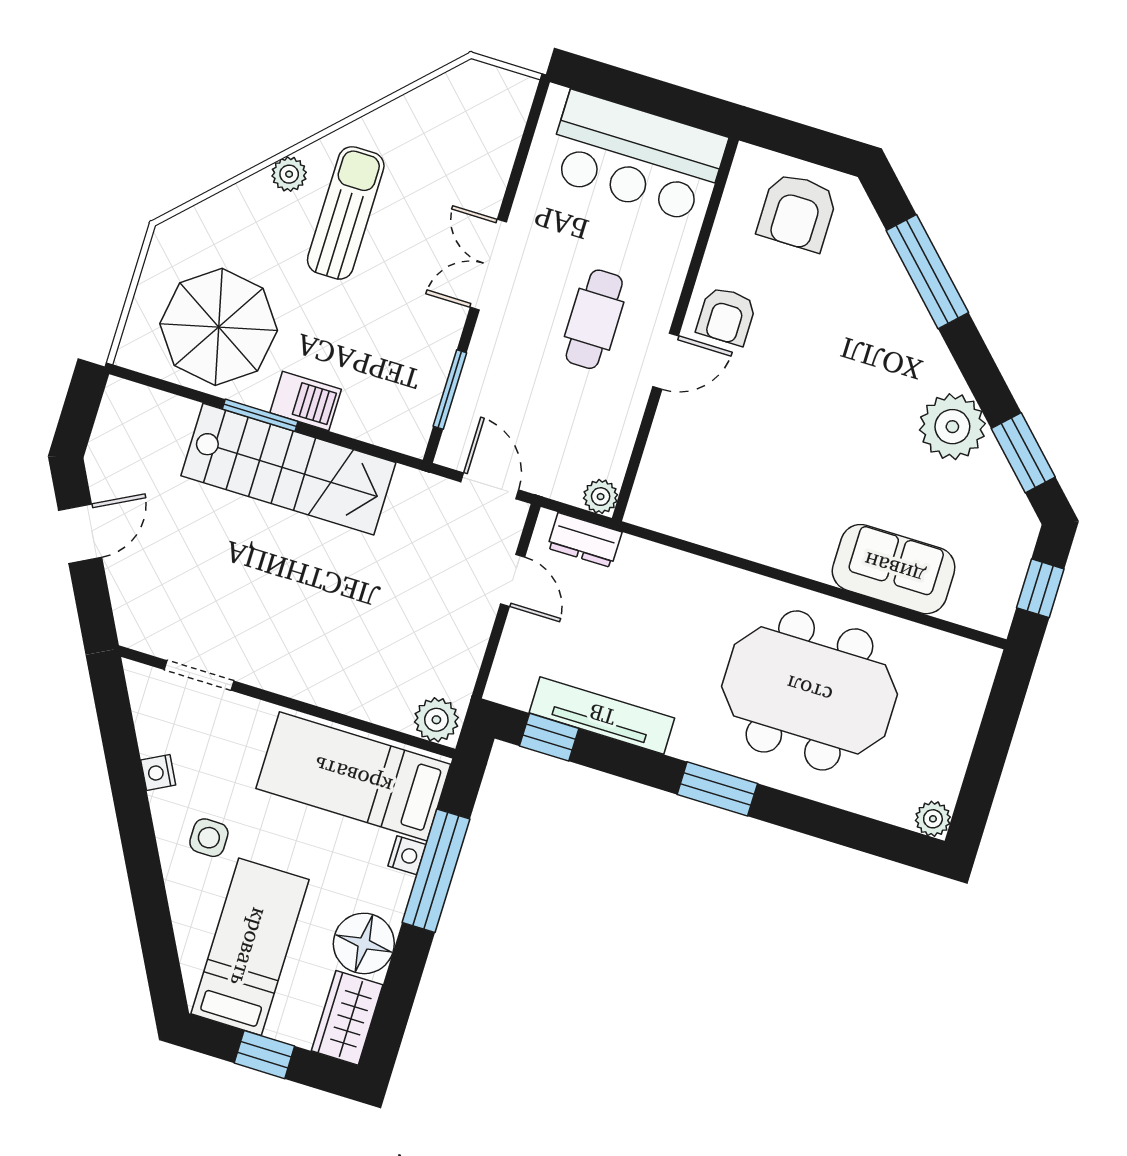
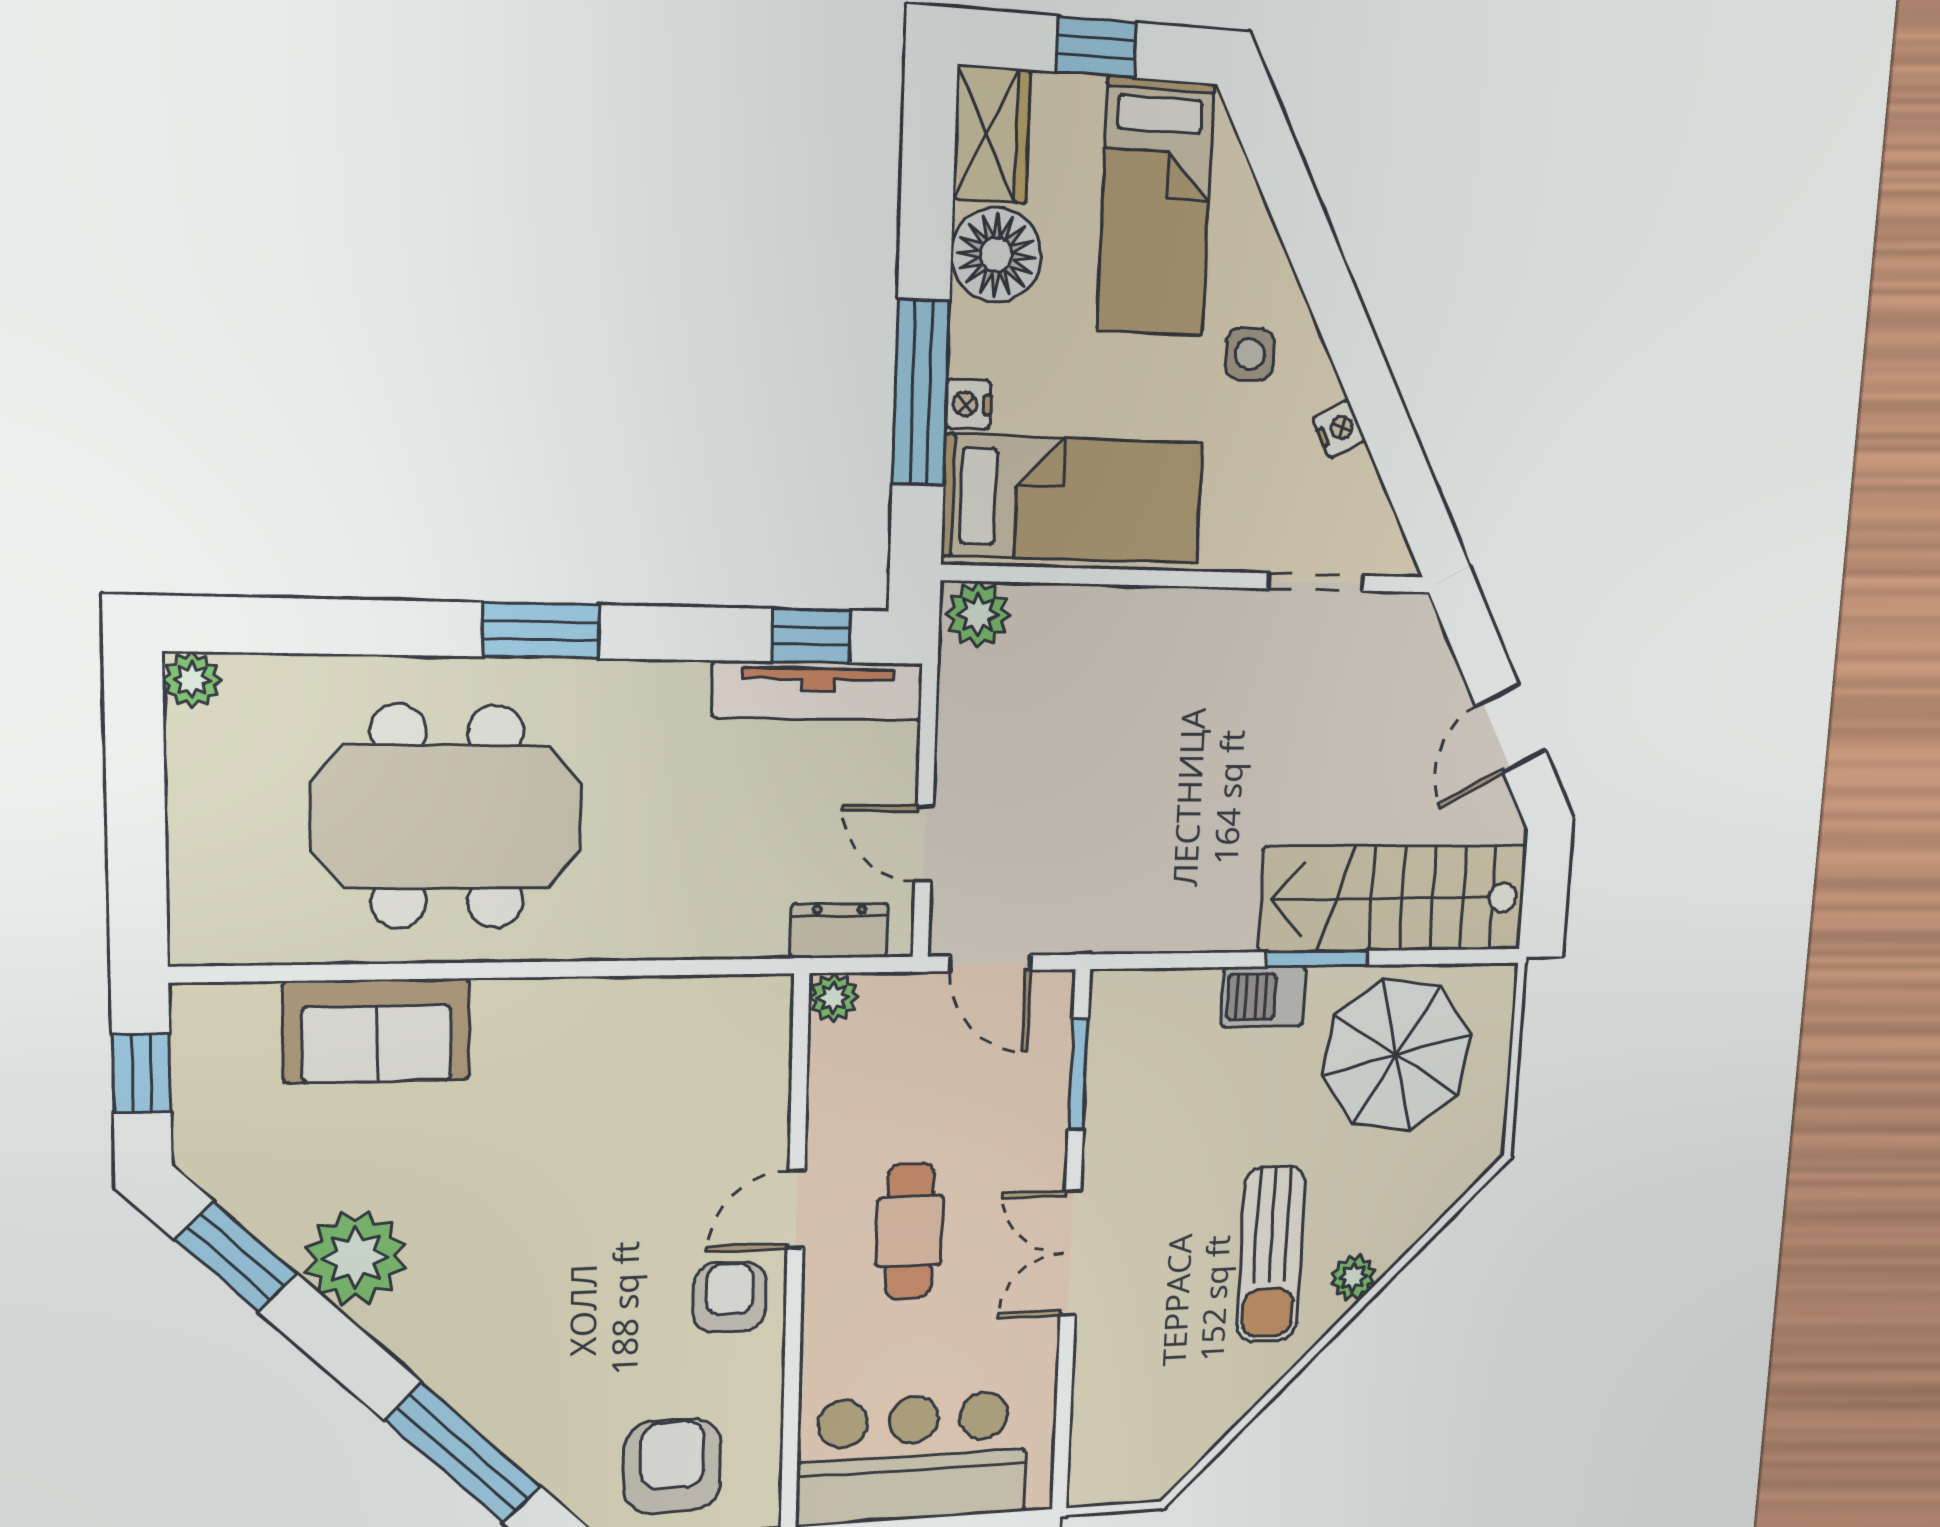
double door: (488, 265) -> (1070, 1253), swing flipped
stairs: (288, 469) -> (1394, 898), moved
tv unit: (602, 715) -> (818, 691), moved

